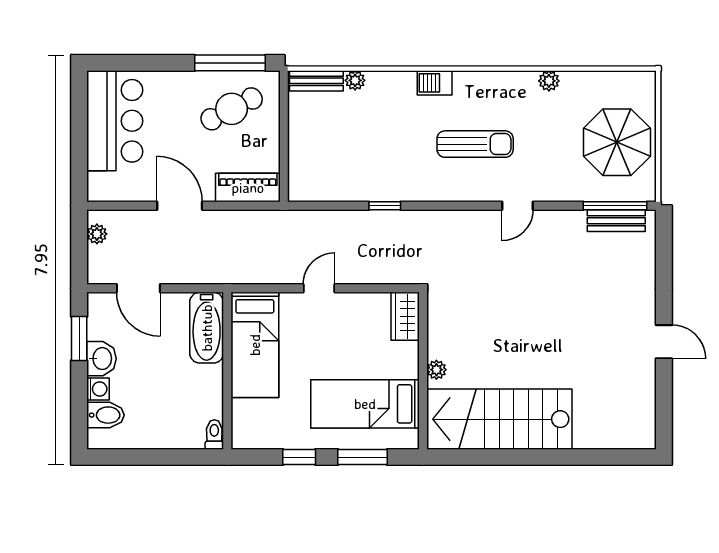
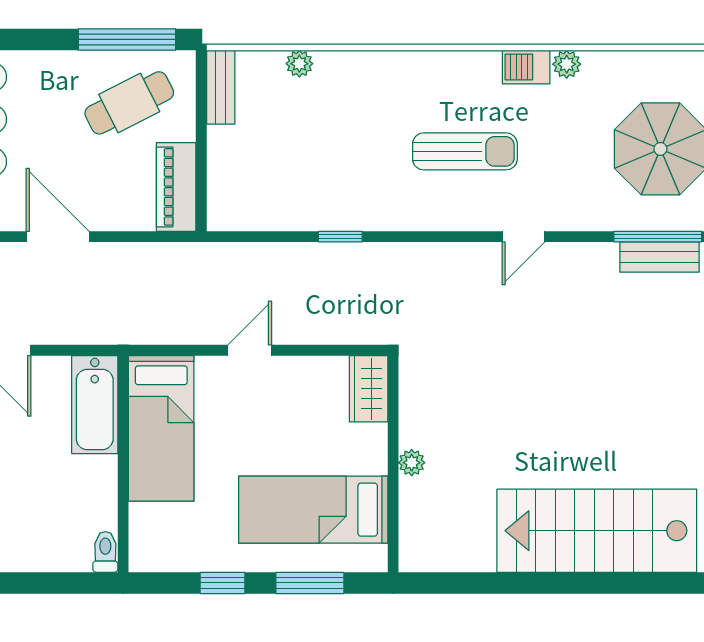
bench: (316, 81) -> (221, 87), moved, turned 90
barbecue: (435, 83) -> (526, 67), moved
piano: (248, 188) -> (176, 187), moved, turned -90
stairs: (499, 419) -> (597, 531), moved

